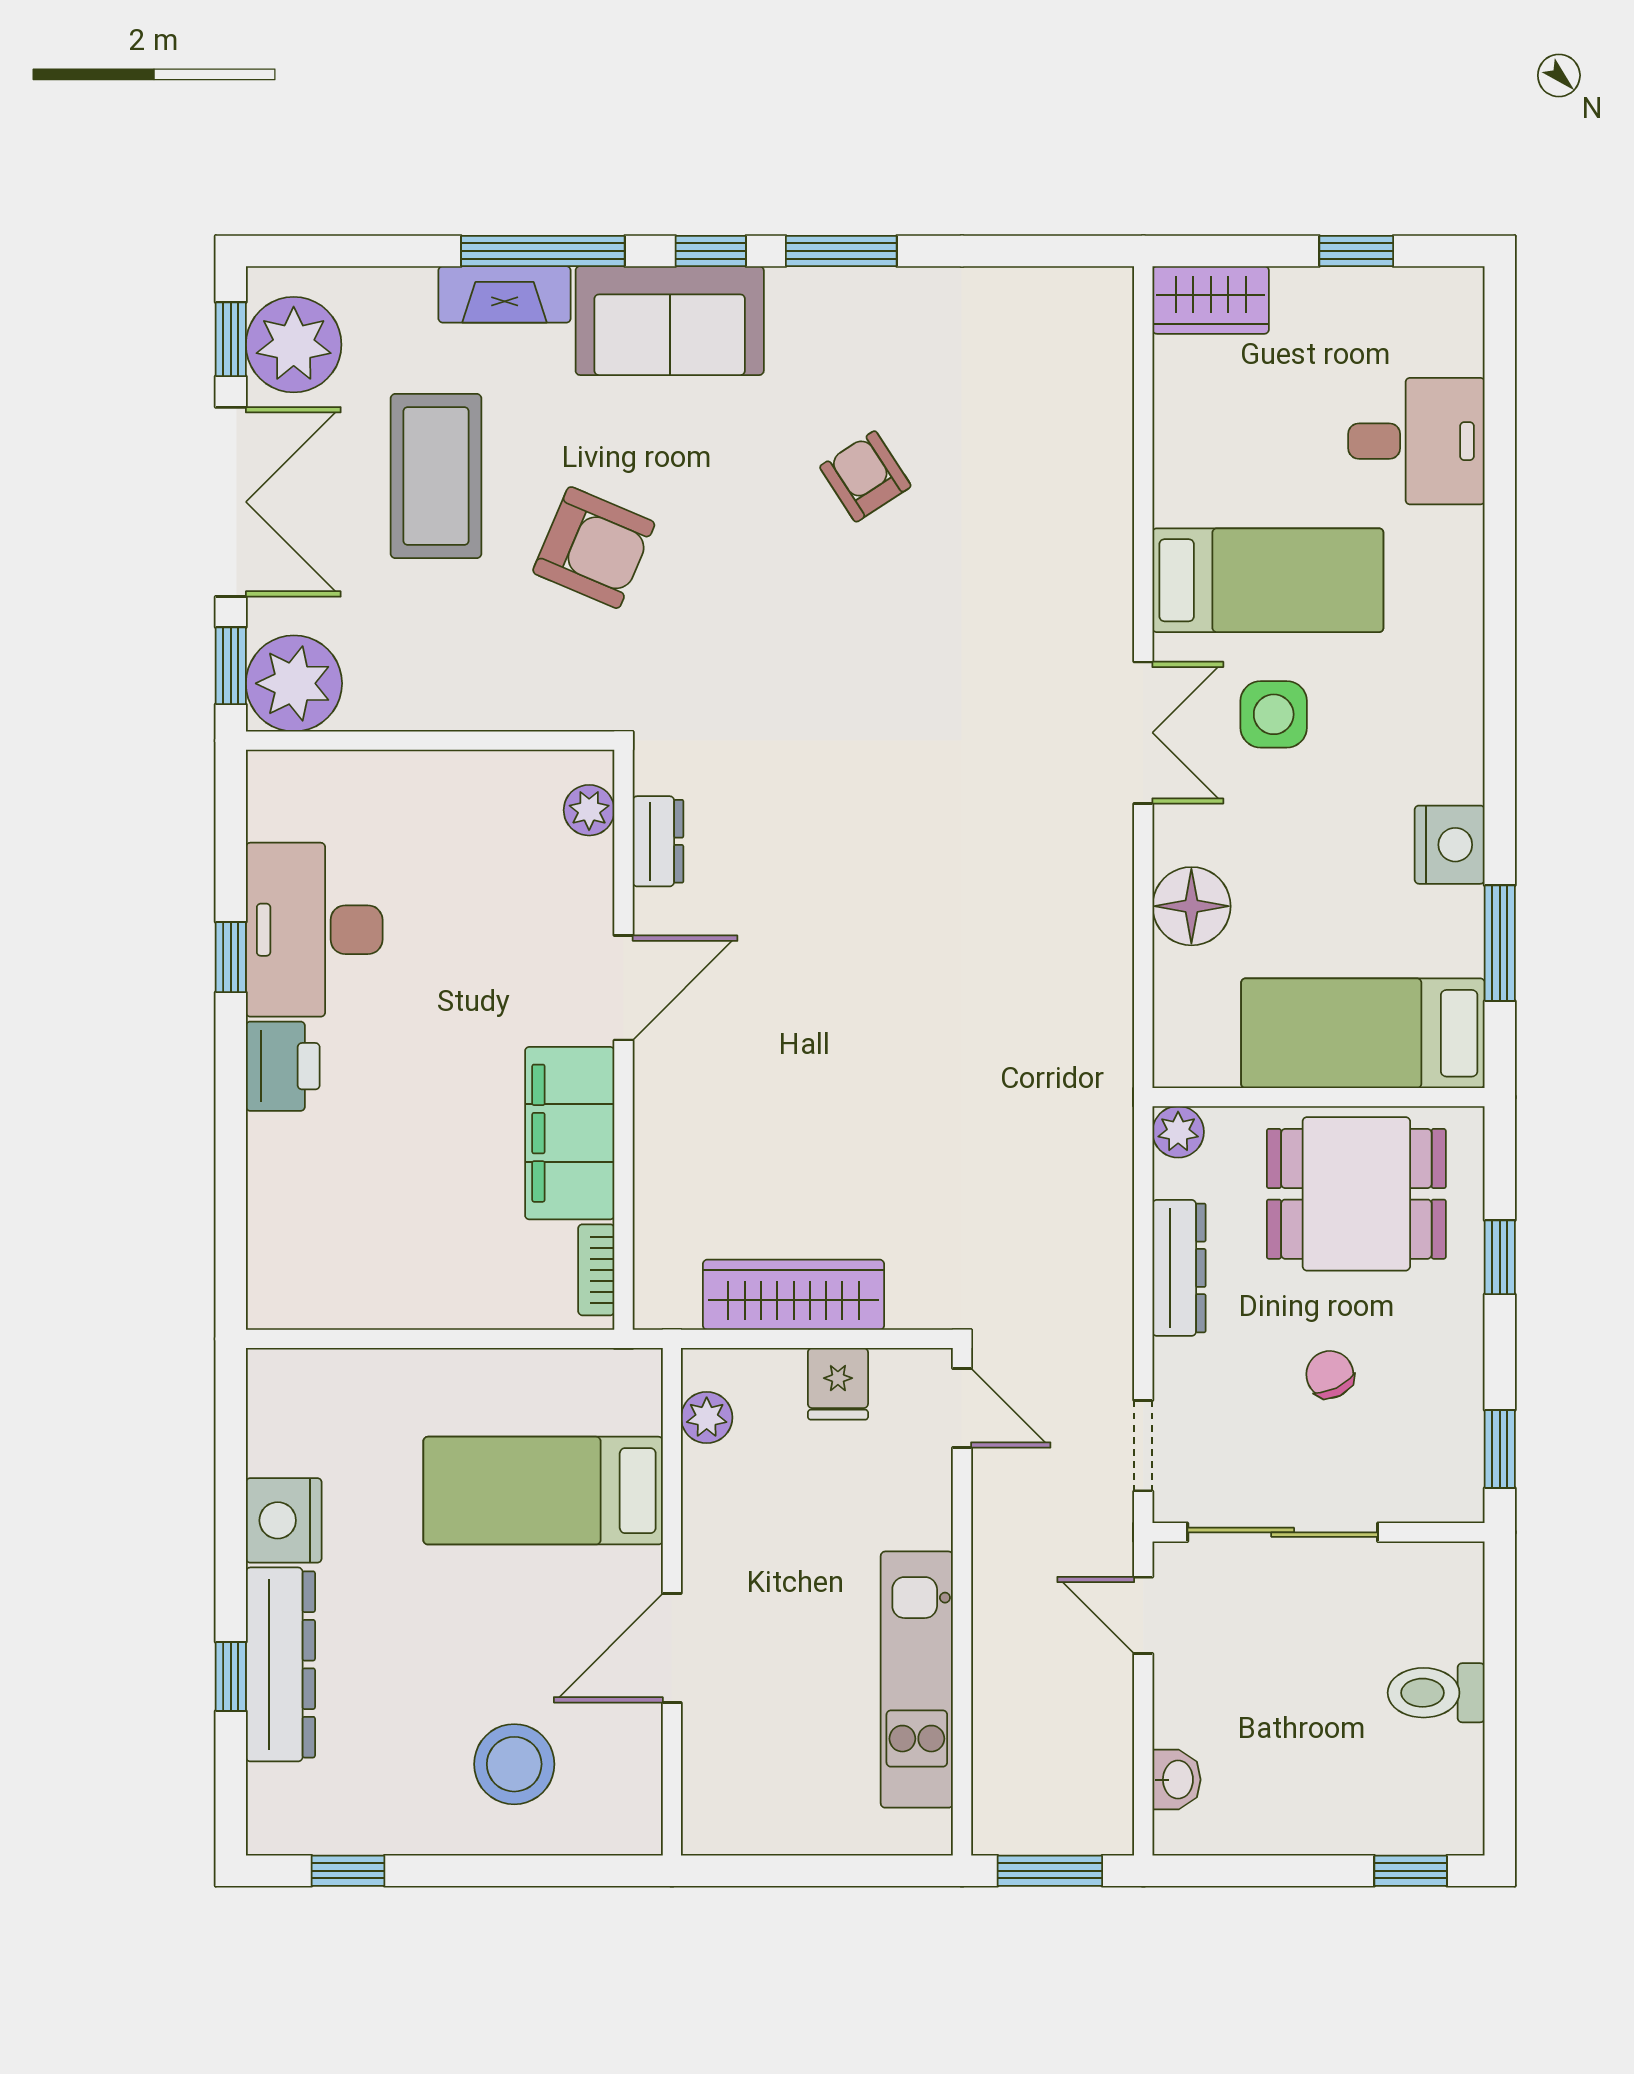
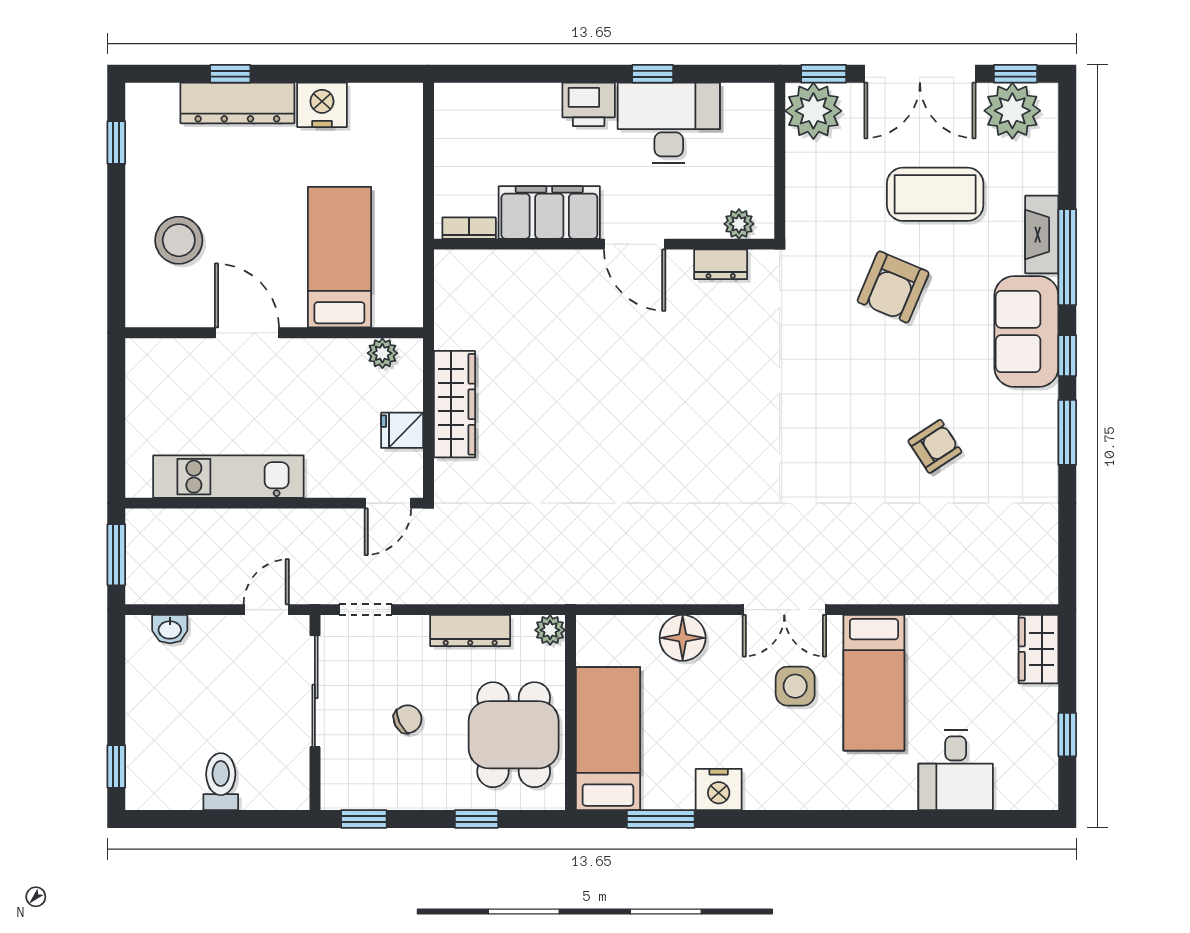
plant: (589, 810) -> (739, 224), moved
dresser: (658, 841) -> (721, 264), moved
door: (624, 988) -> (635, 244), moved
wall: (624, 1040) -> (604, 244), moved
filing cabinet: (570, 1133) -> (549, 213), moved
bookcase: (596, 1270) -> (469, 228), moved

